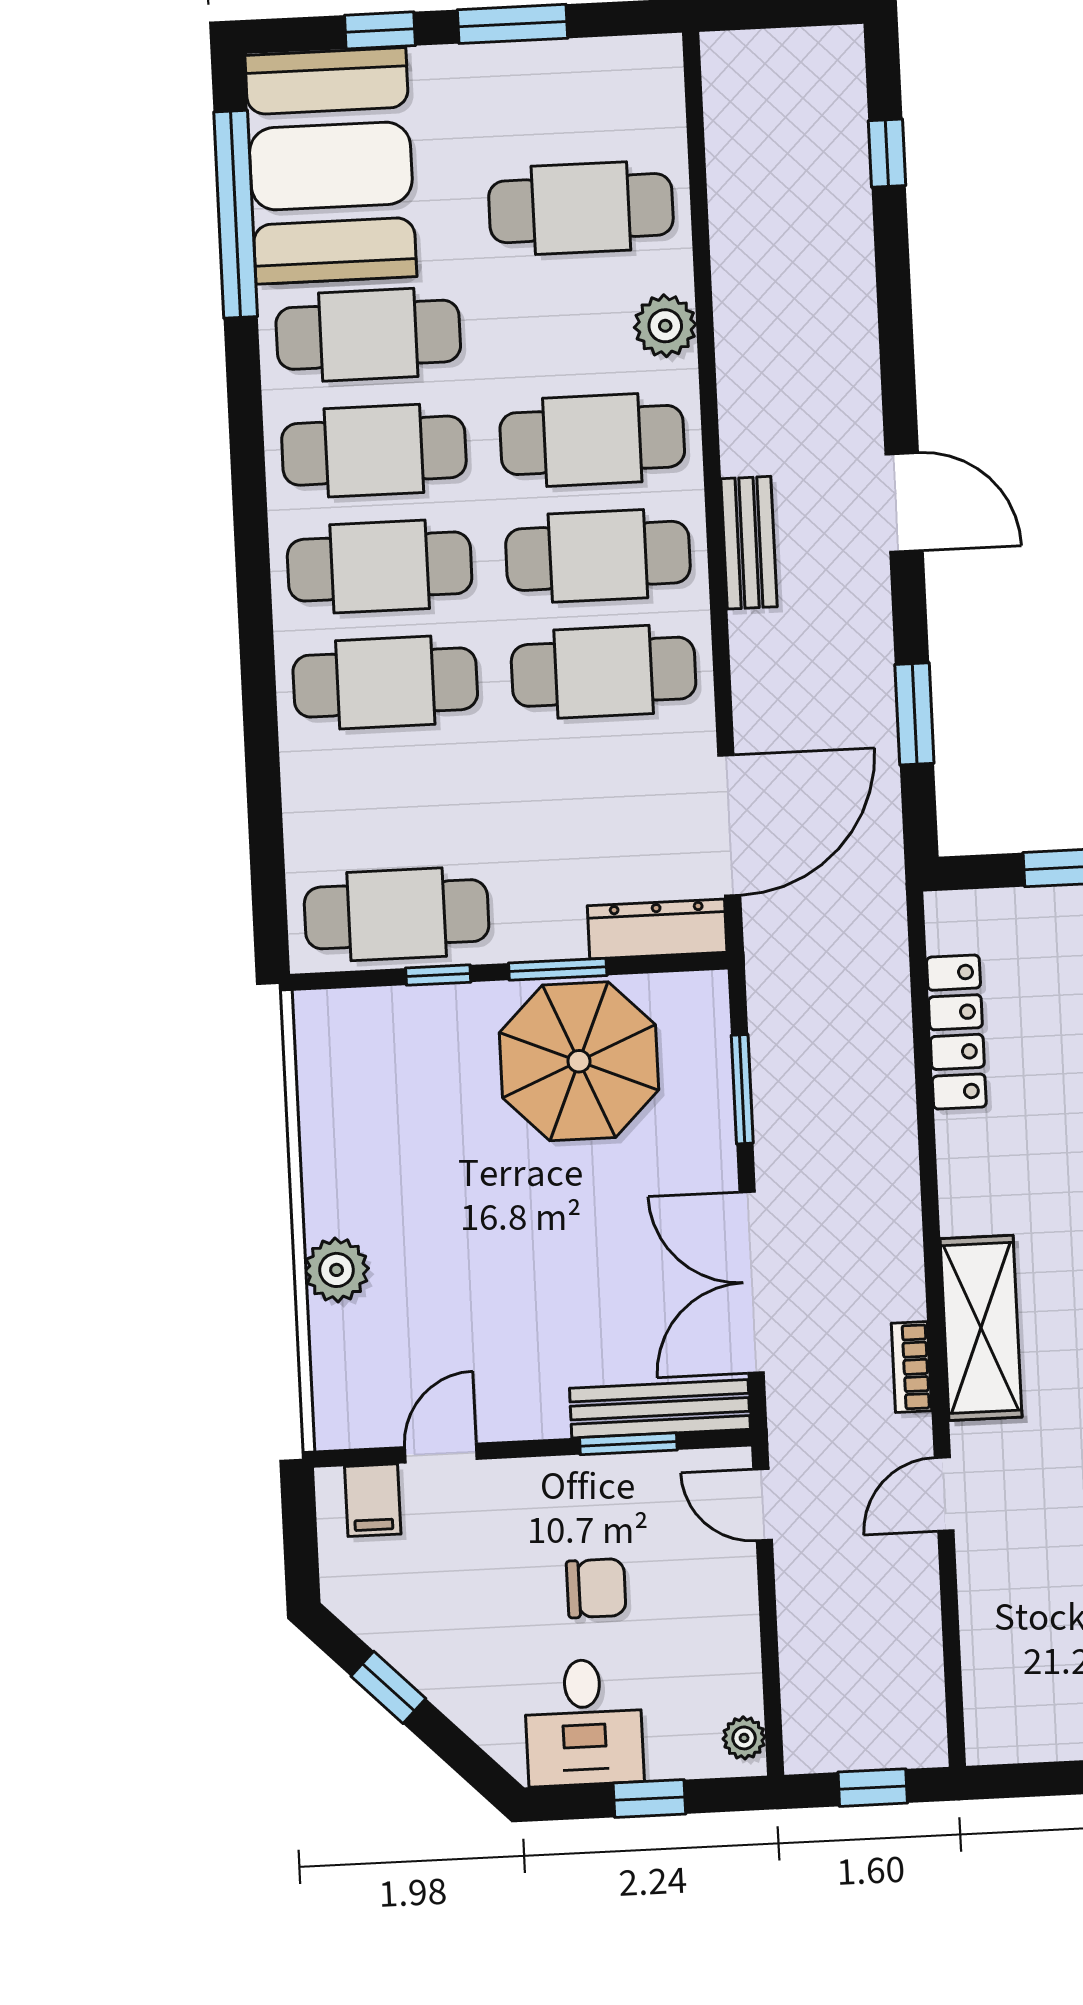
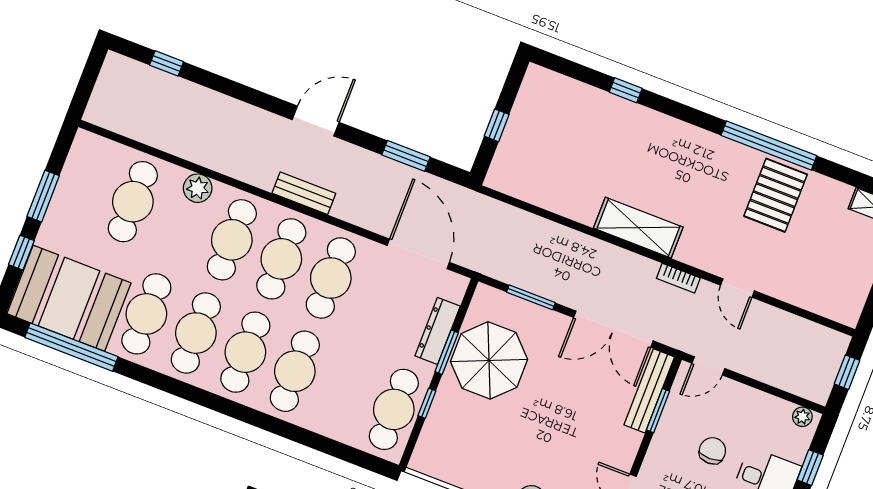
dresser: (657, 929) -> (438, 331), moved
locker: (956, 1032) -> (547, 197), removed
shelving: (981, 1328) -> (638, 228), moved

